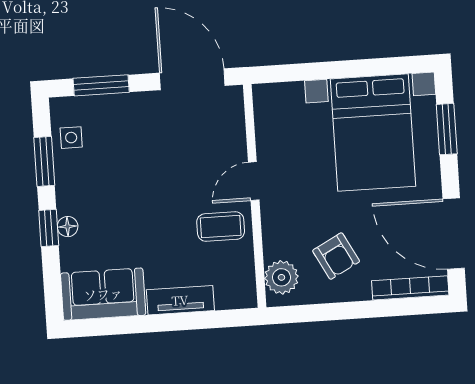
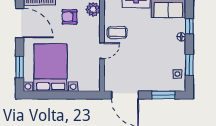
window: (49, 228) -> (189, 26), moved
armchair: (336, 256) -> (70, 17), turned -62

